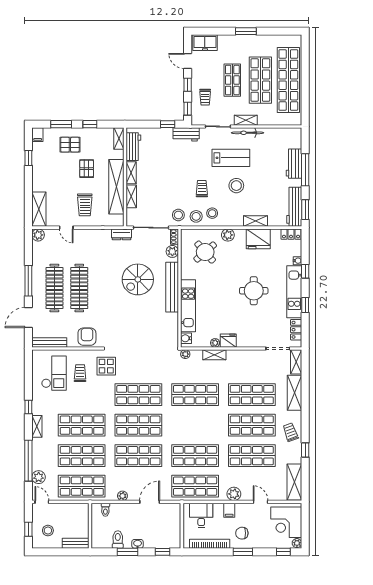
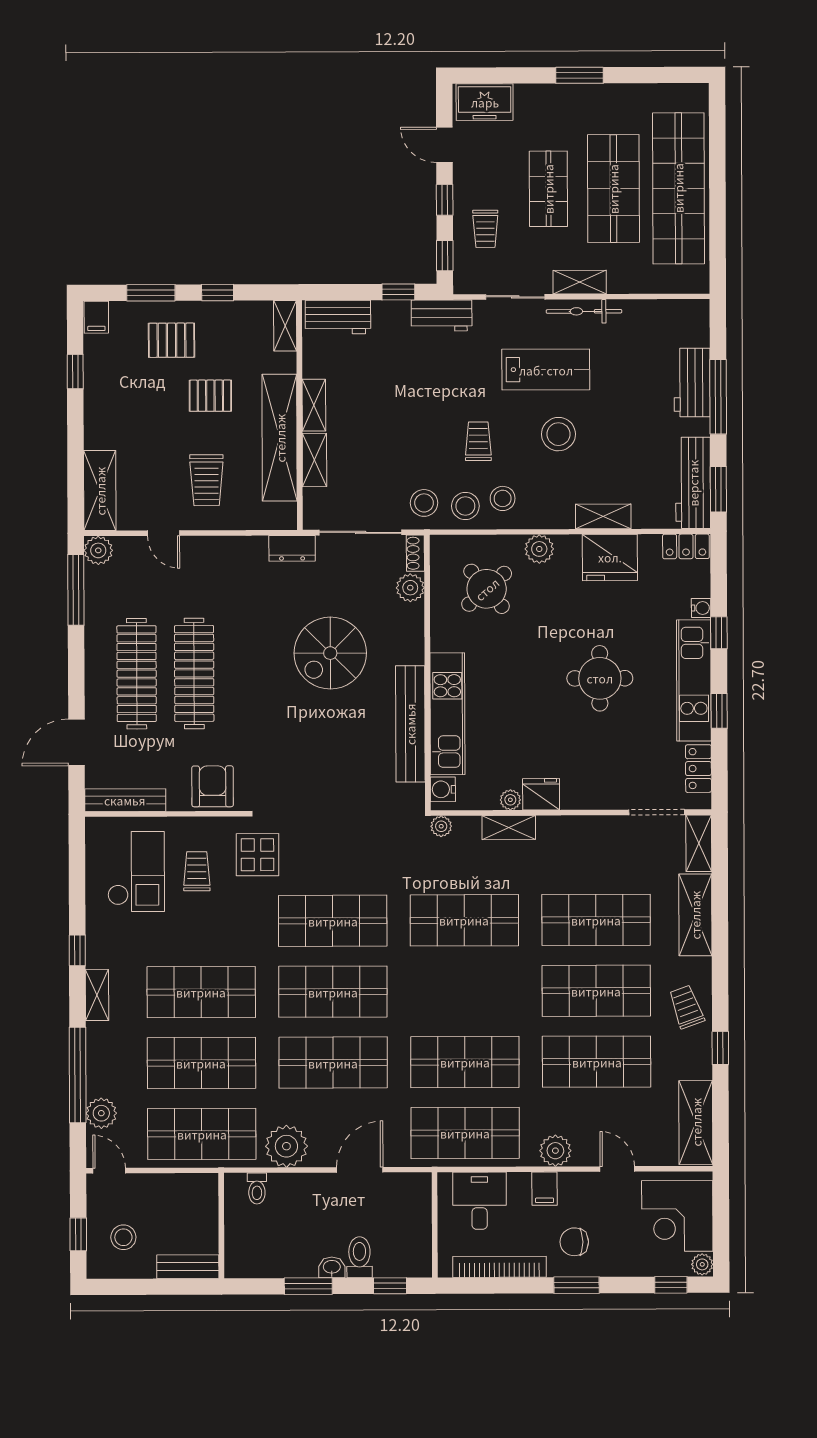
workbench: (133, 147) -> (338, 317), moved, turned 90
pallet: (87, 169) -> (210, 396), turned 90
window: (28, 281) -> (76, 590), moved
bench: (172, 287) -> (410, 724), moved
plant: (122, 496) -> (286, 1146), width x1.88, depth x1.88
toilet: (118, 539) -> (359, 1257), moved

